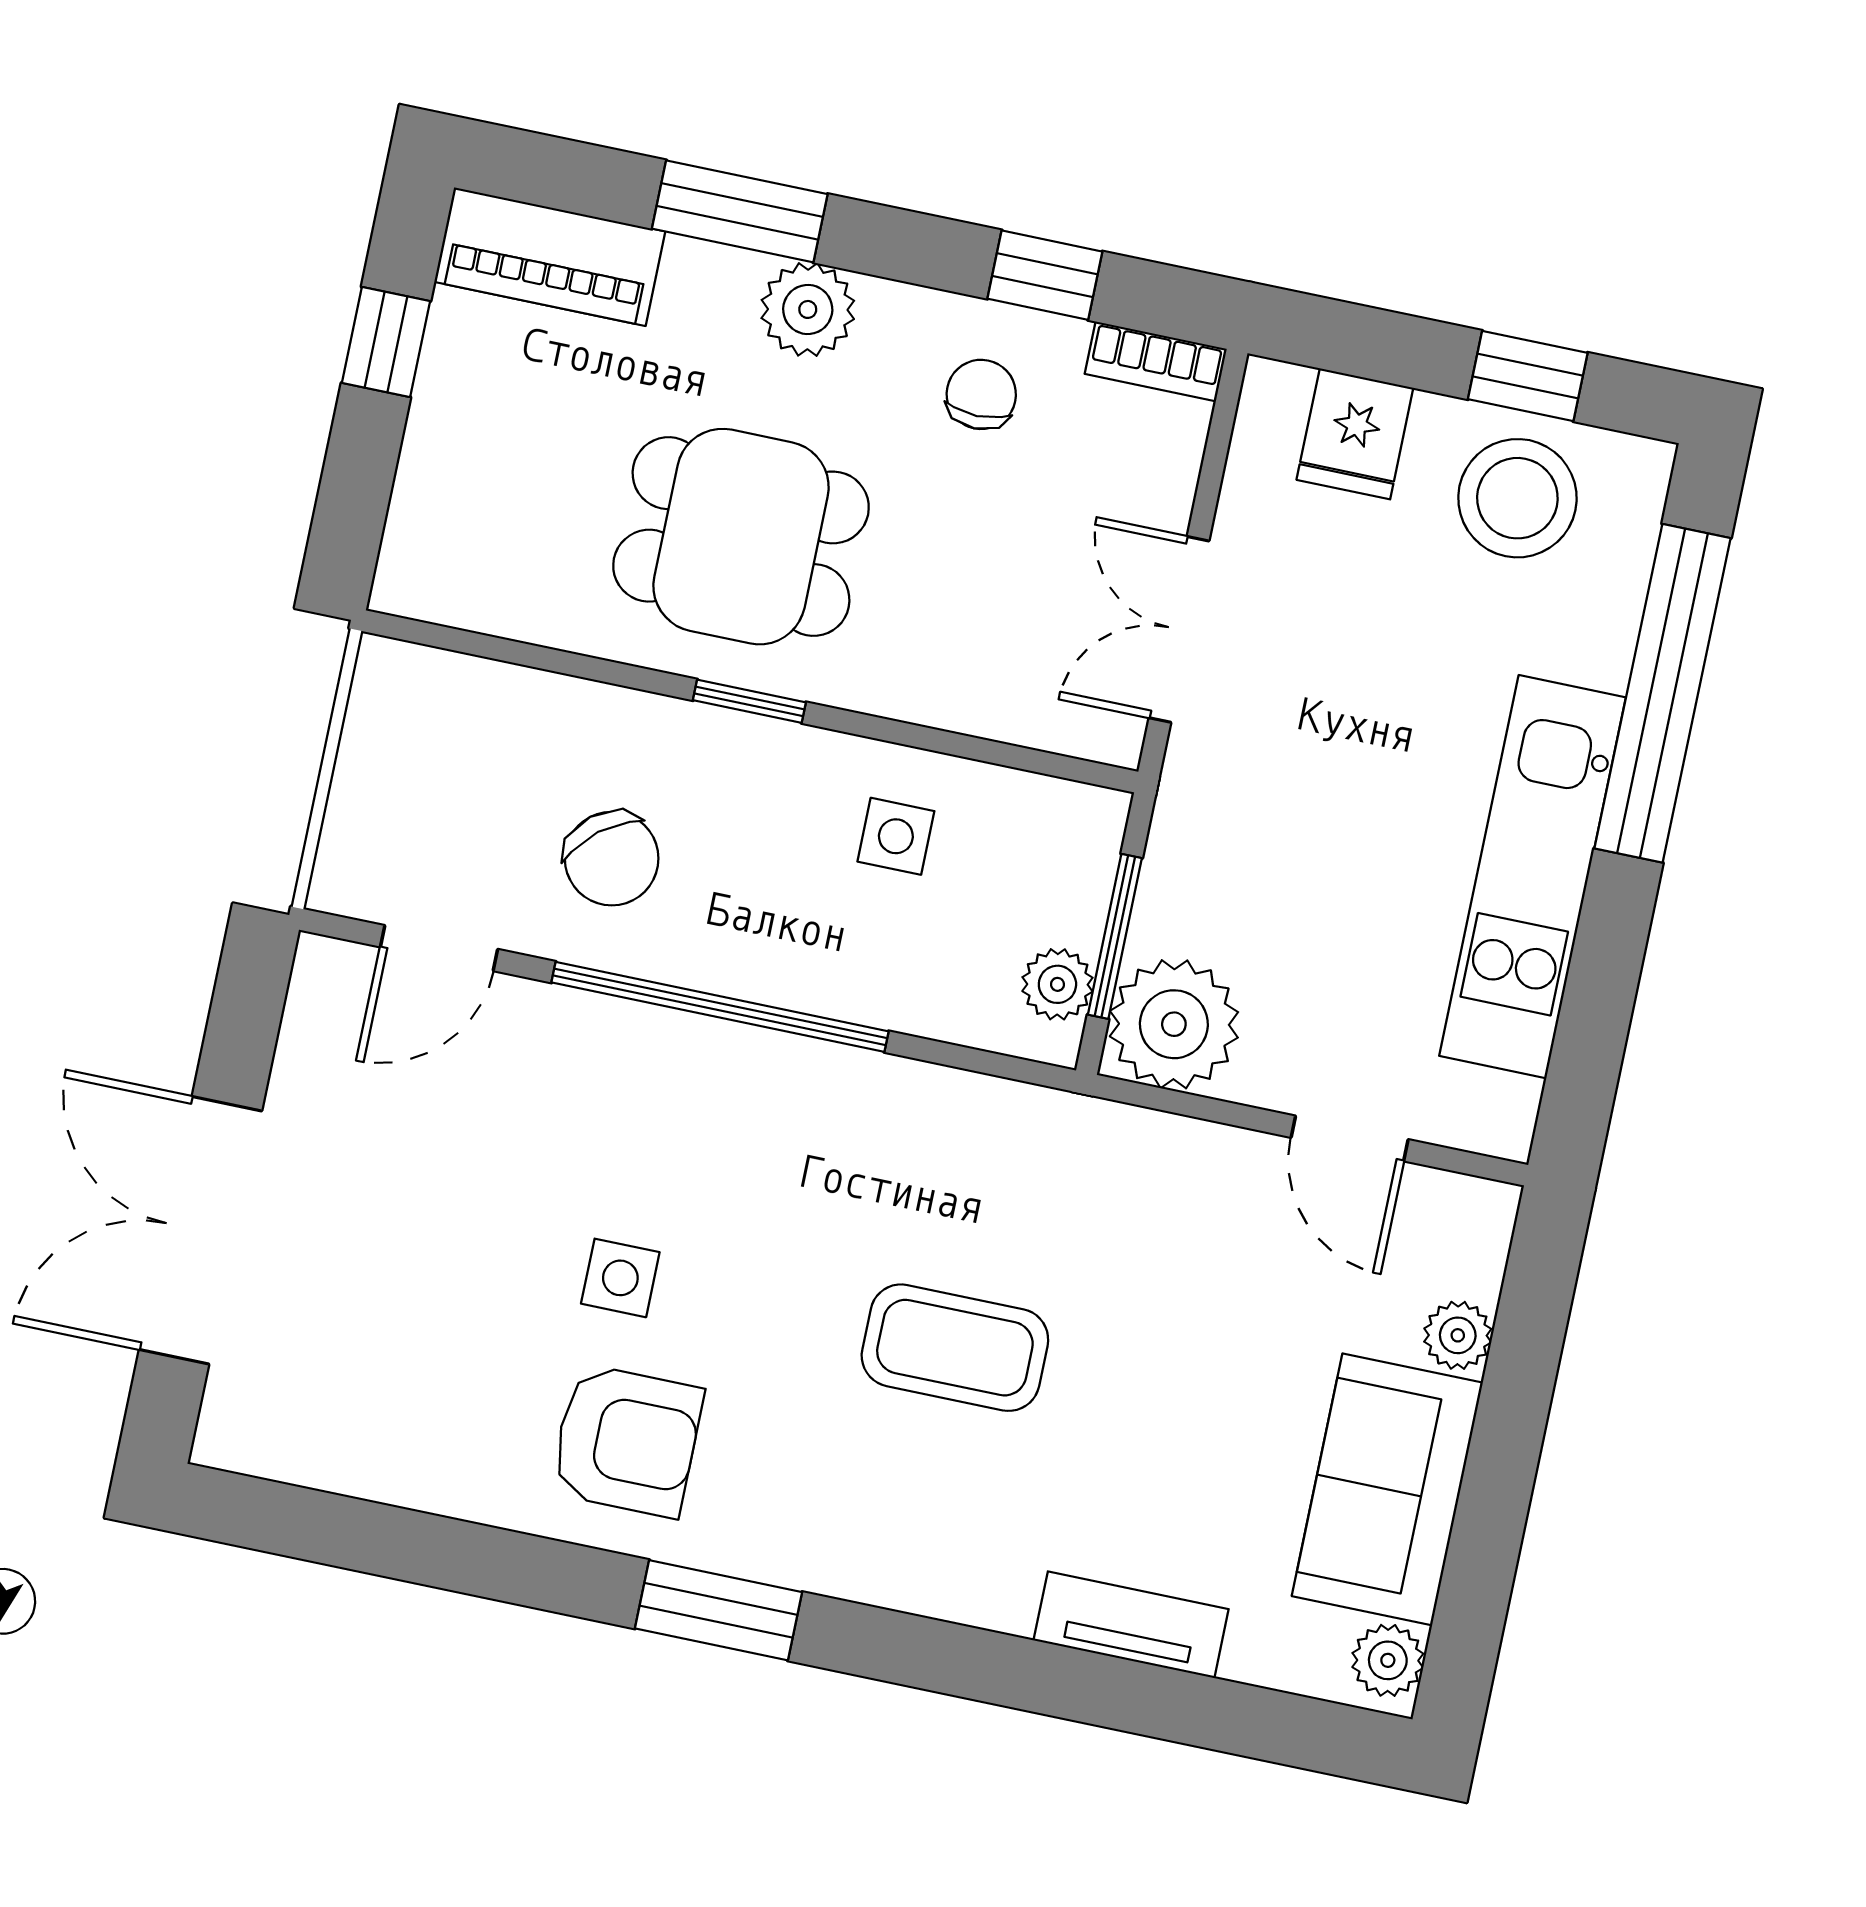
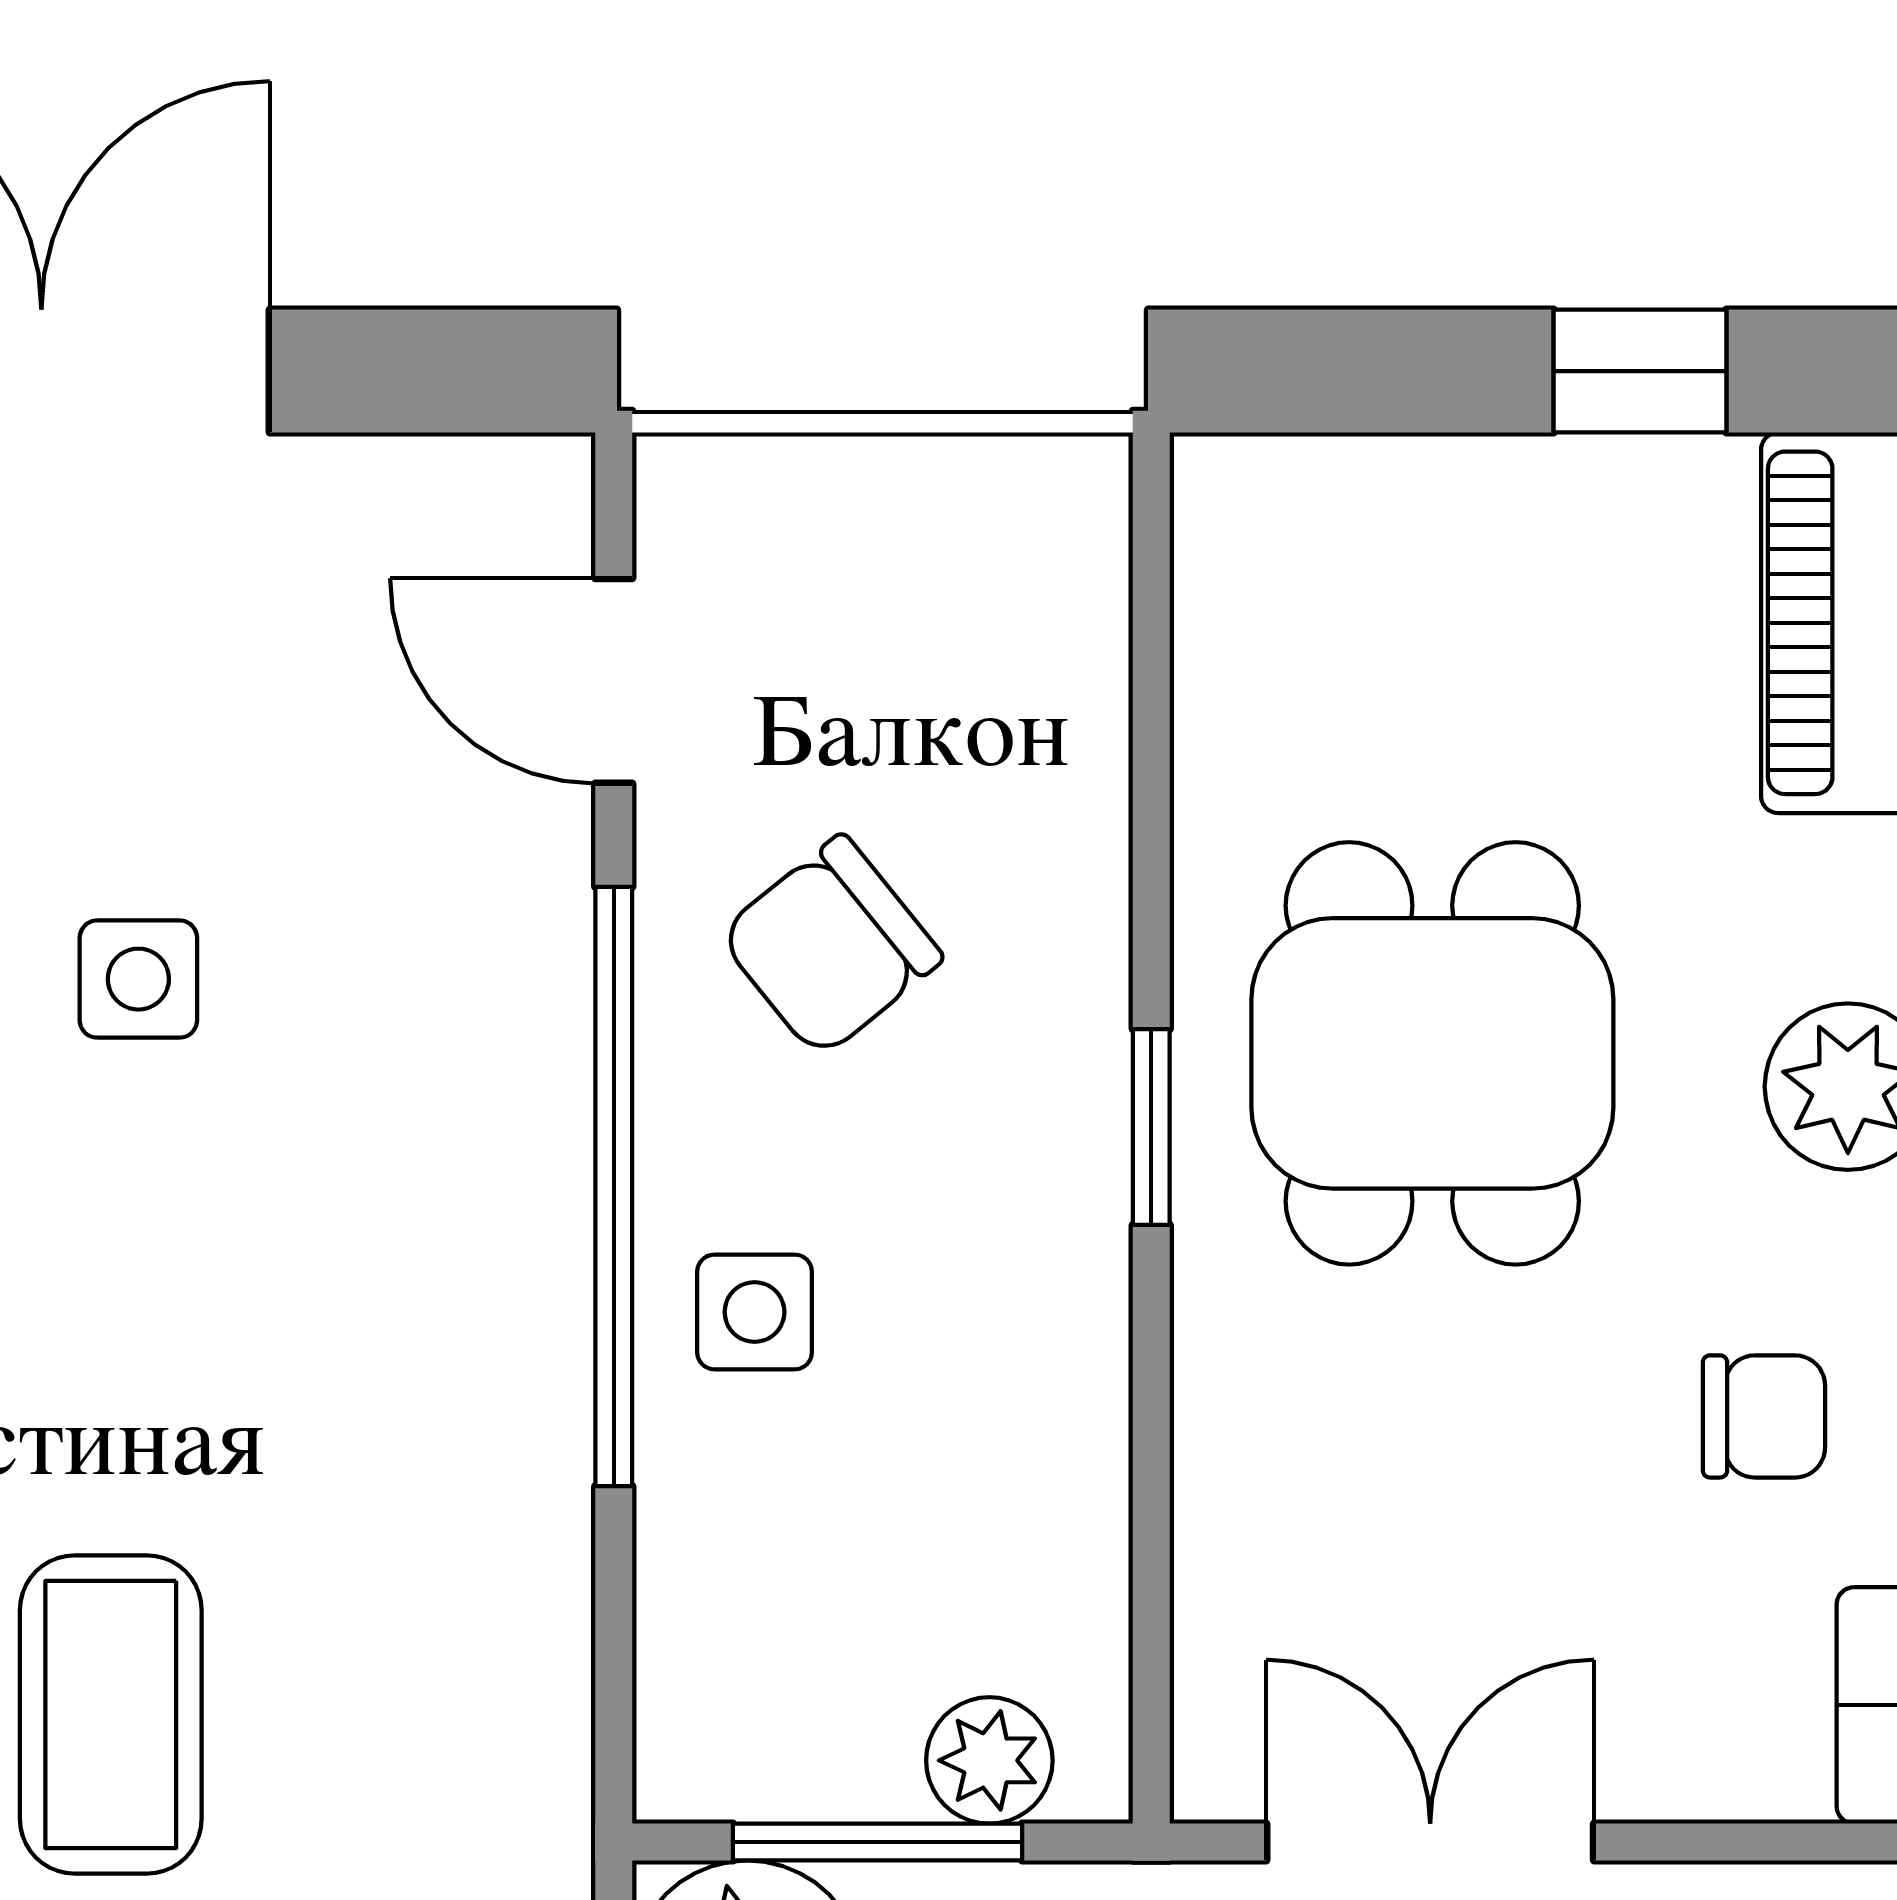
side table: (896, 836) -> (755, 1312), moved
plant: (1057, 984) -> (989, 1760), moved
side table: (620, 1278) -> (138, 979), moved

